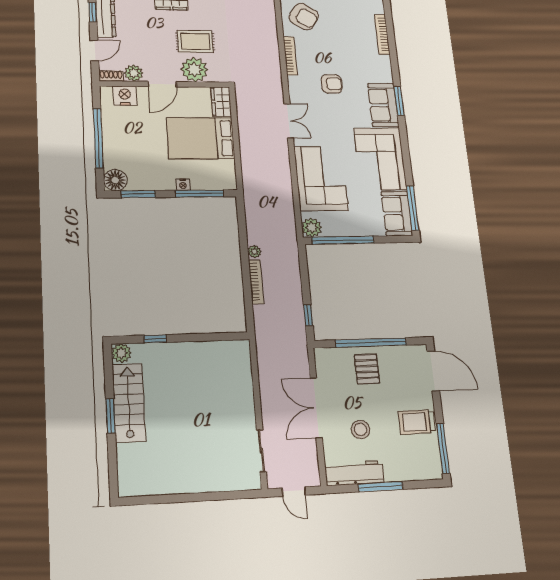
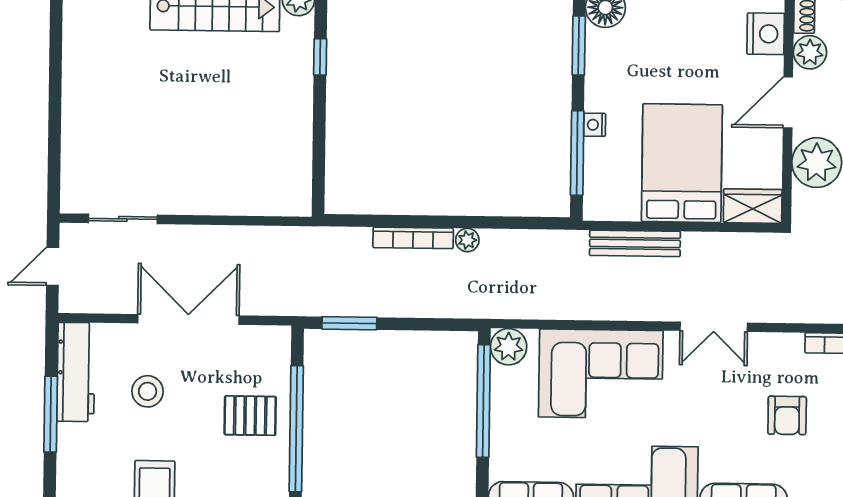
door: (162, 84) -> (788, 102), hinge flipped
bench: (247, 162) -> (635, 243), added
window: (308, 315) -> (349, 323), width x1.50

